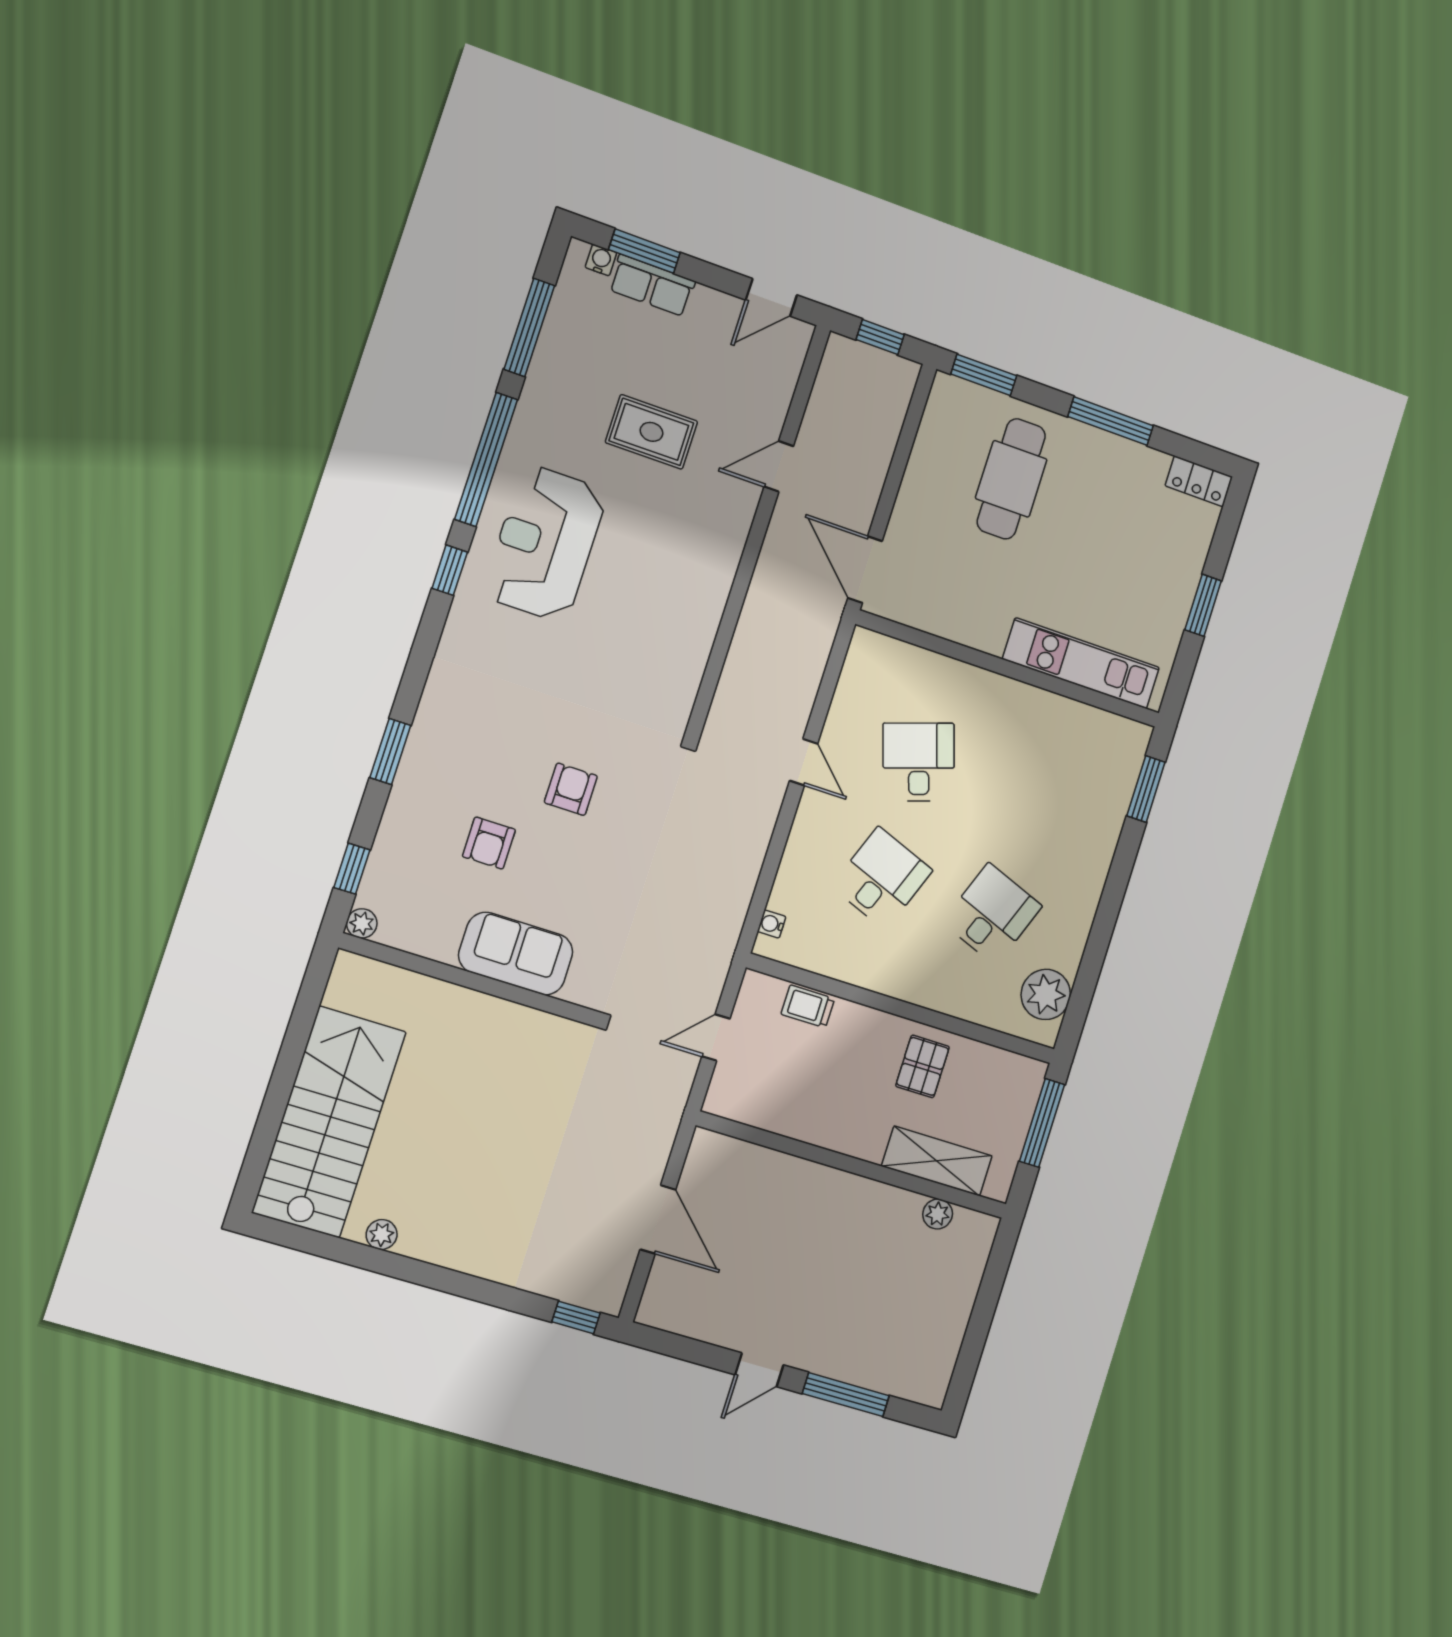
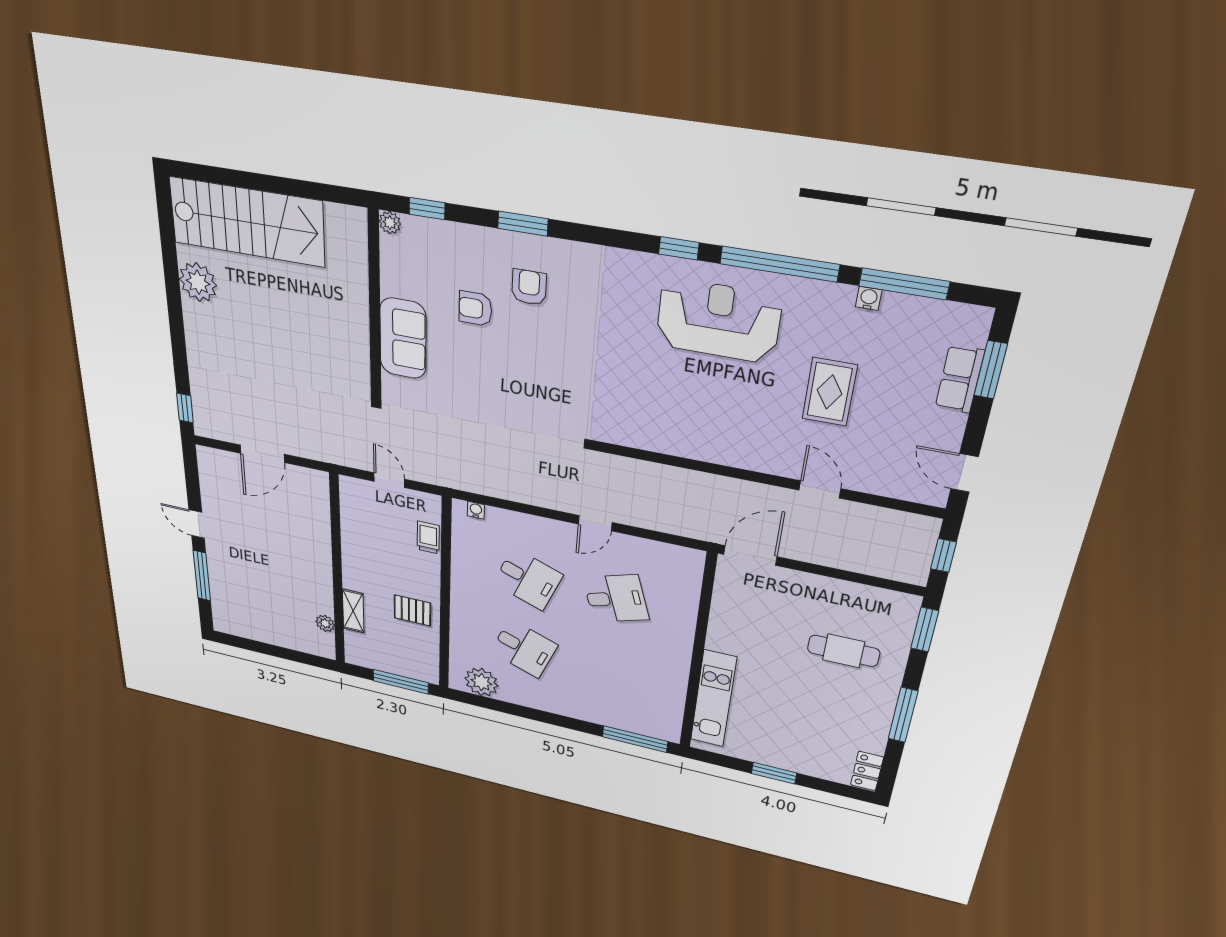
water cooler: (601, 260) -> (869, 298), moved, turned -90
cafe table: (1011, 479) -> (844, 651), width x0.73, depth x0.74
armchair: (571, 789) -> (529, 287), moved, turned -90
window: (1146, 789) -> (635, 739), width x1.44
shelving: (937, 1161) -> (353, 611), width x0.67, depth x0.75
plant: (382, 1235) -> (198, 282), width x1.88, depth x1.88

